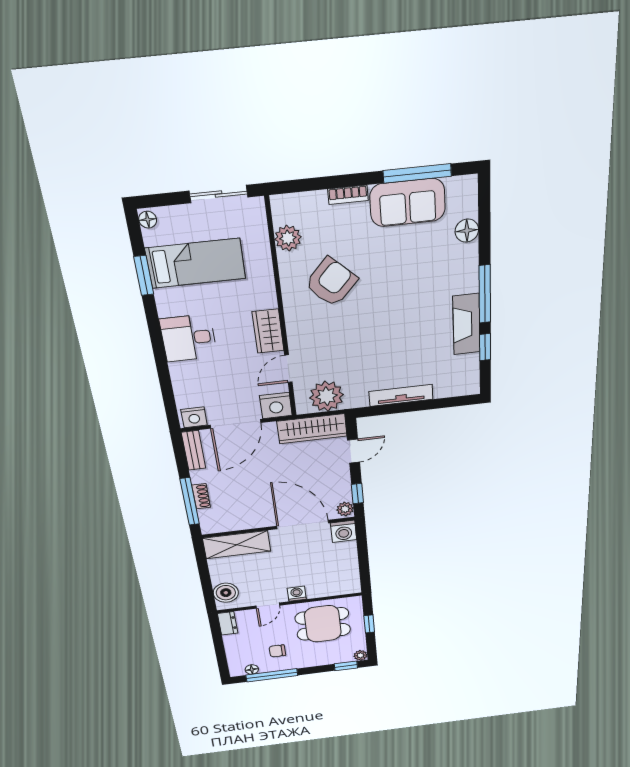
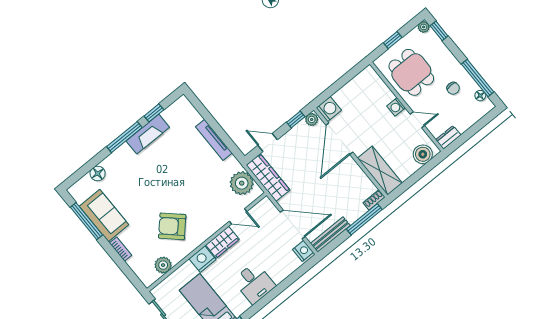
nightstand: (276, 406) -> (203, 259), moved, turned -90
bench: (194, 450) -> (330, 235), width x1.36
shoe rack: (201, 496) -> (374, 200), moved

